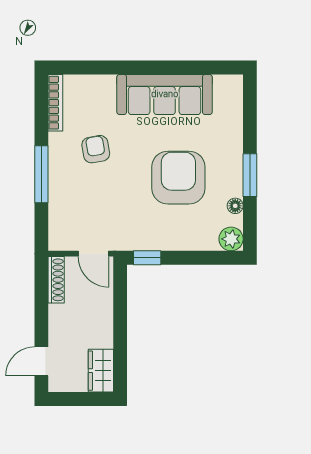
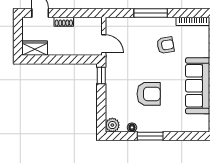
armchair: (178, 178) -> (149, 94), width x0.73, depth x0.73
door: (93, 254) -> (104, 44), swing flipped
shoe rack: (56, 280) -> (64, 22), moved, width x0.70

